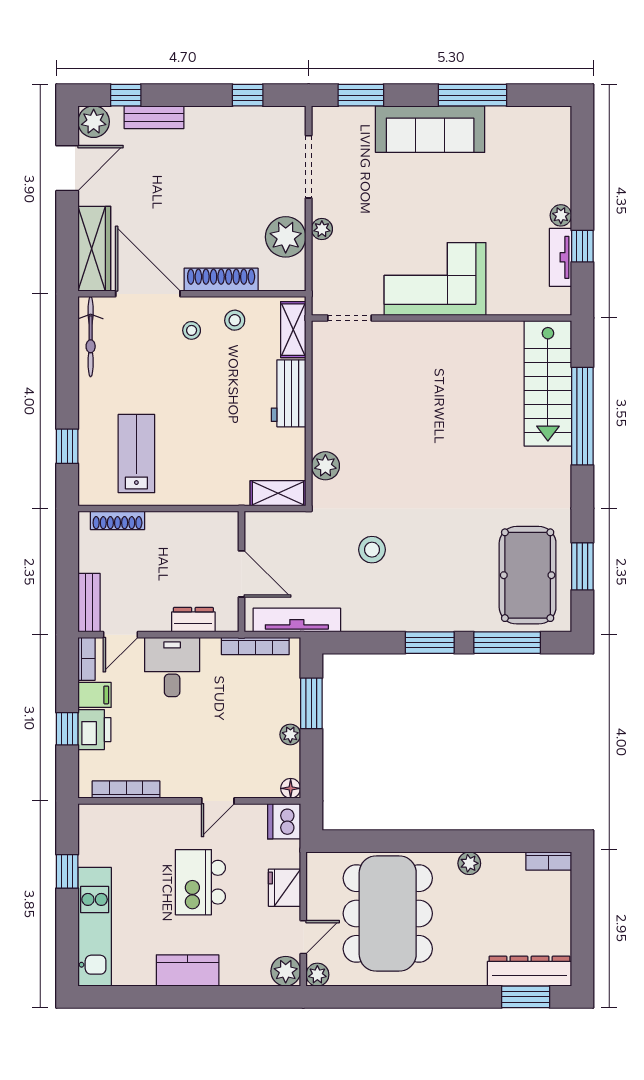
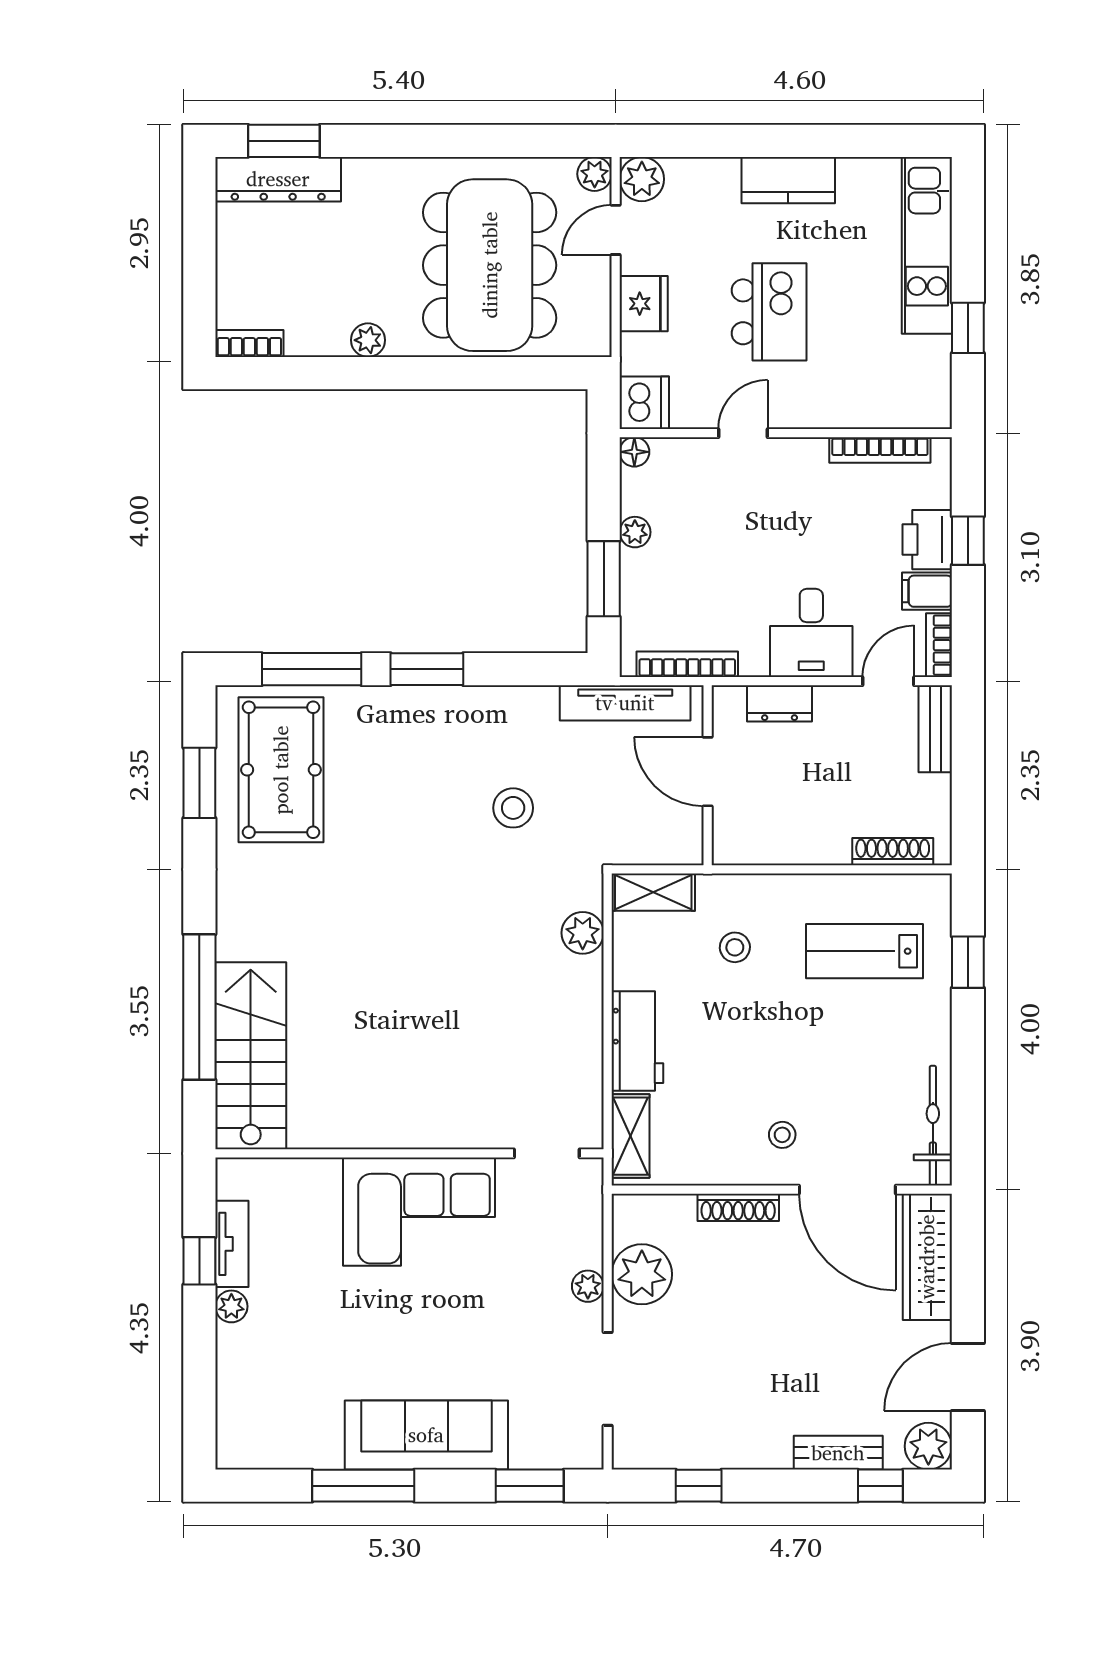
shoe rack: (221, 280) -> (738, 1207), width x0.74, depth x0.81
stool: (235, 320) -> (735, 947), moved
lab bench: (136, 454) -> (864, 951), turned 90

